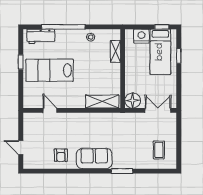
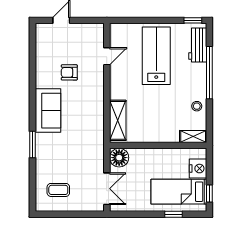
shelving: (115, 51) -> (193, 137), moved
window: (21, 62) -> (193, 20), moved
armchair: (61, 155) -> (69, 72), moved

